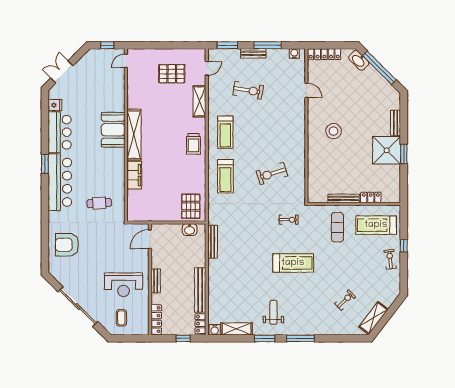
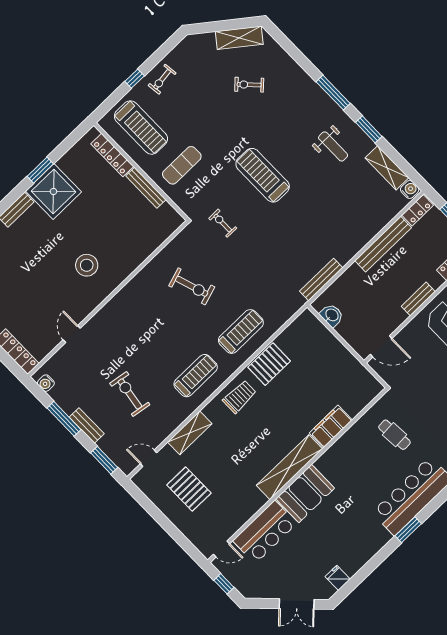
bar counter: (60, 132) -> (265, 532), moved, turned 180
locker: (371, 197) -> (112, 155), width x1.53
pallet: (191, 206) -> (269, 364), moved
weight bench: (273, 312) -> (333, 146), turned -90

